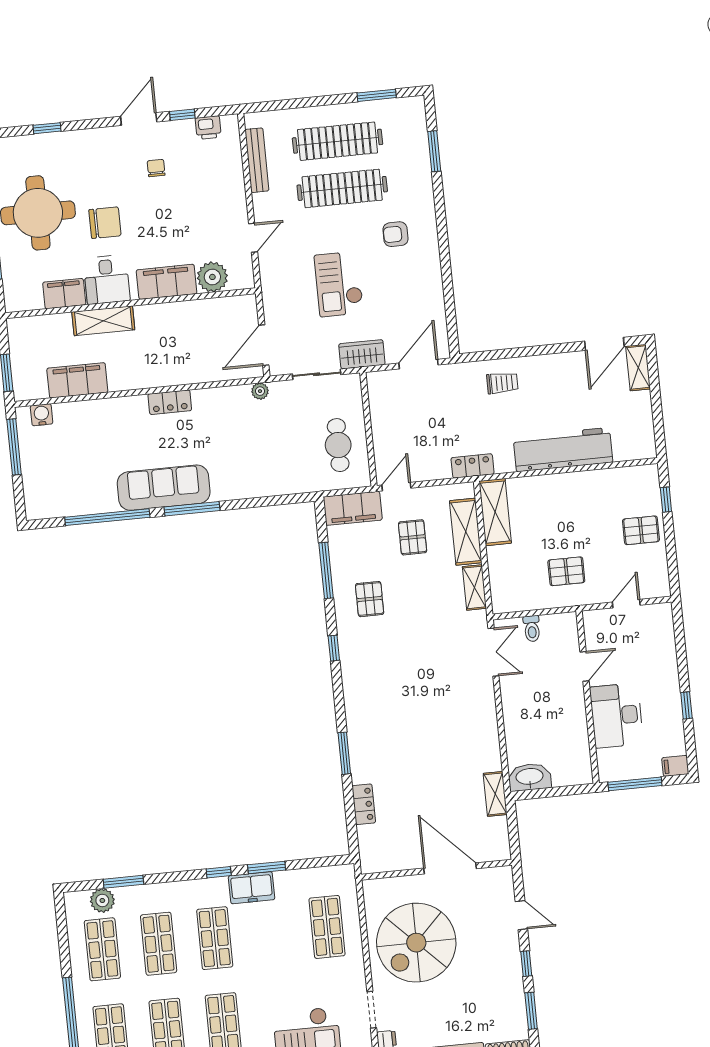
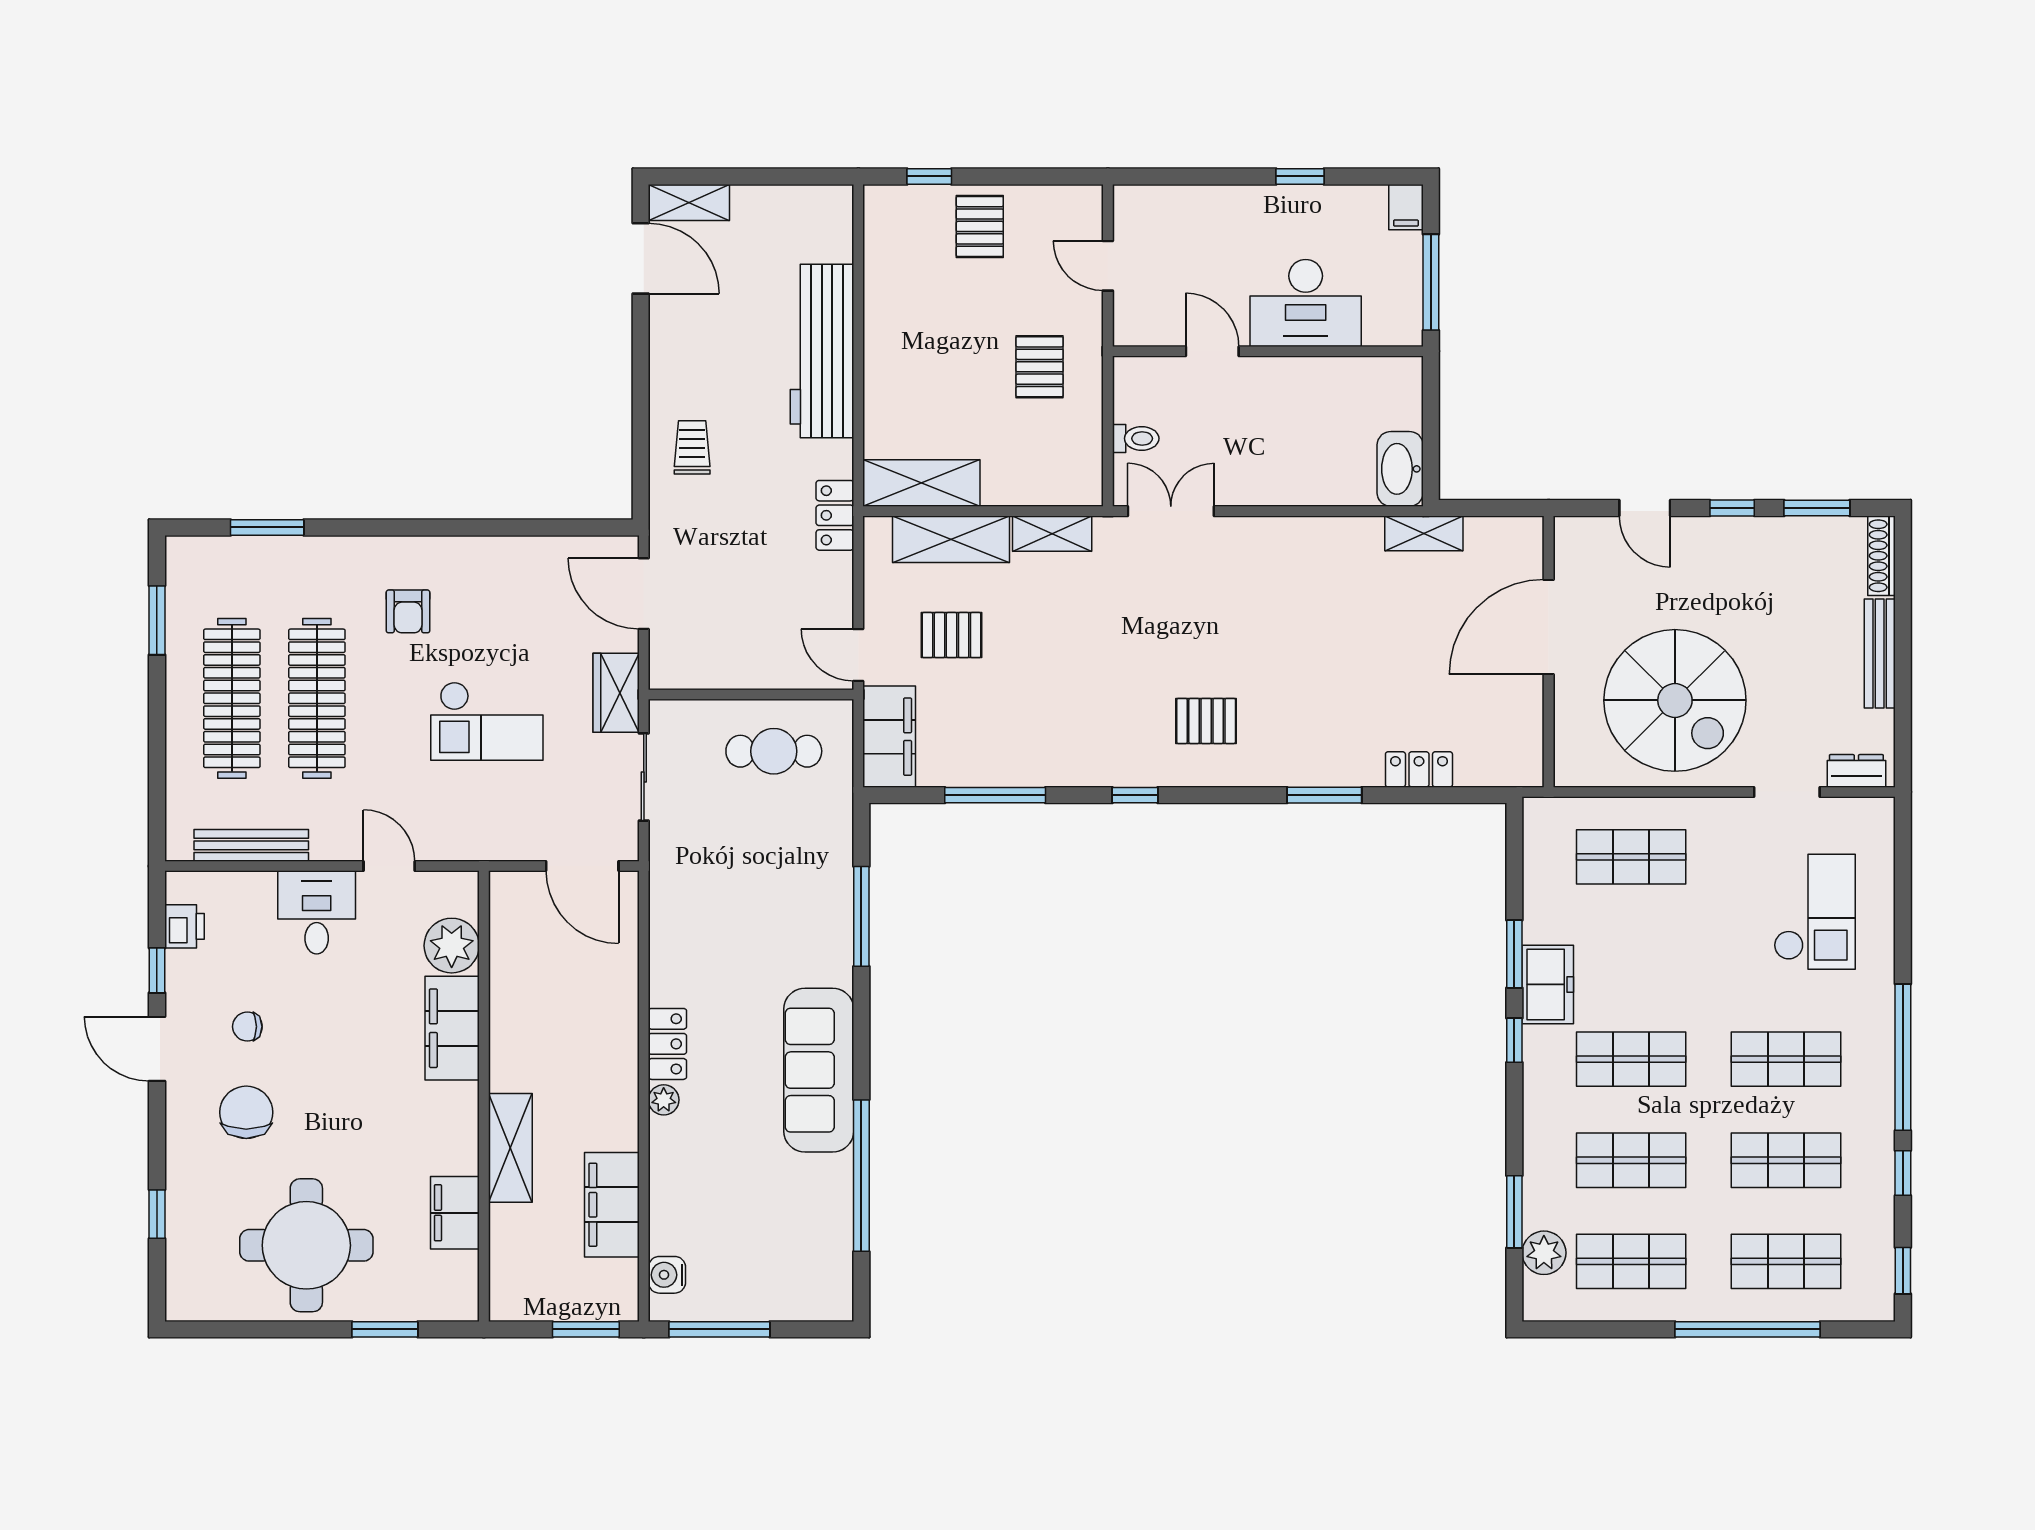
chair: (105, 223) -> (246, 1112), moved
desk: (107, 280) -> (317, 912), moved, turned -90
plant: (260, 391) -> (664, 1100), moved
window: (192, 509) -> (861, 916), moved
pallet: (370, 599) -> (1206, 721), moved
door: (521, 915) -> (1645, 508), swing flipped

